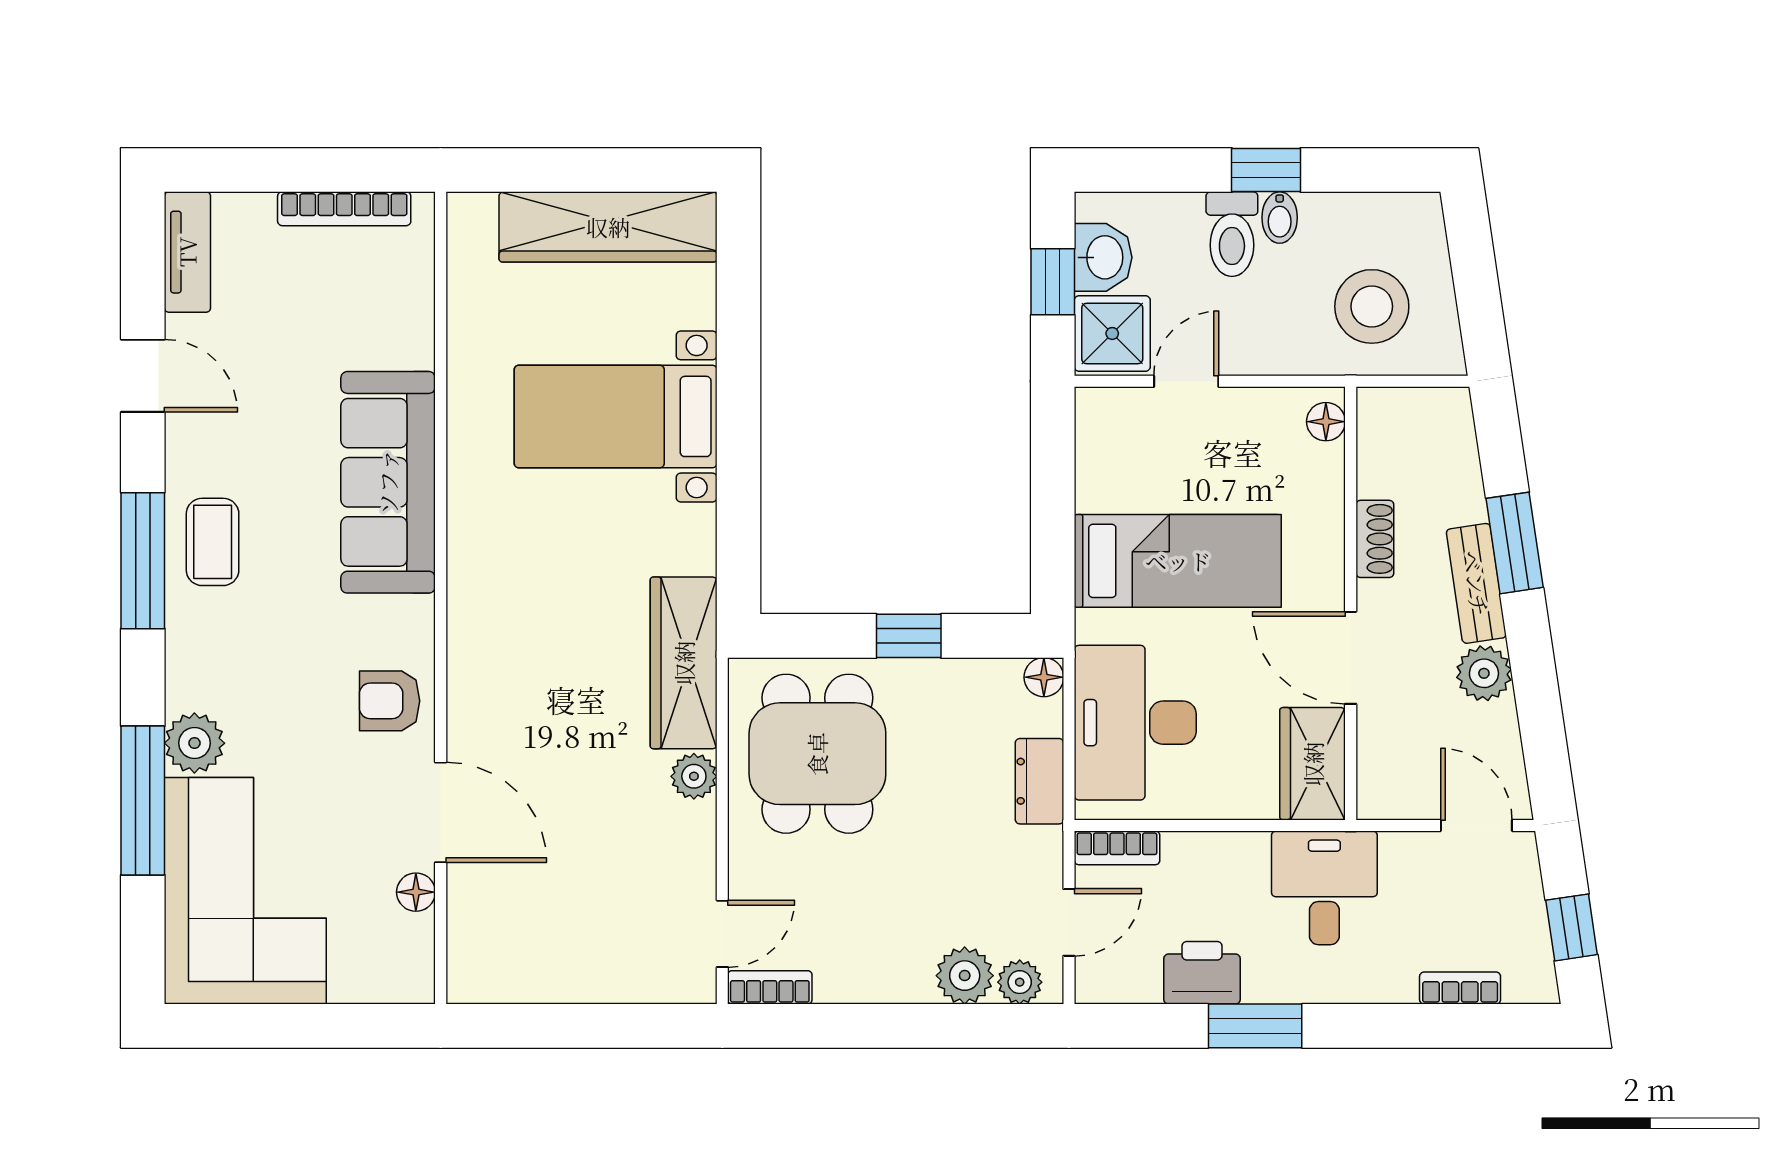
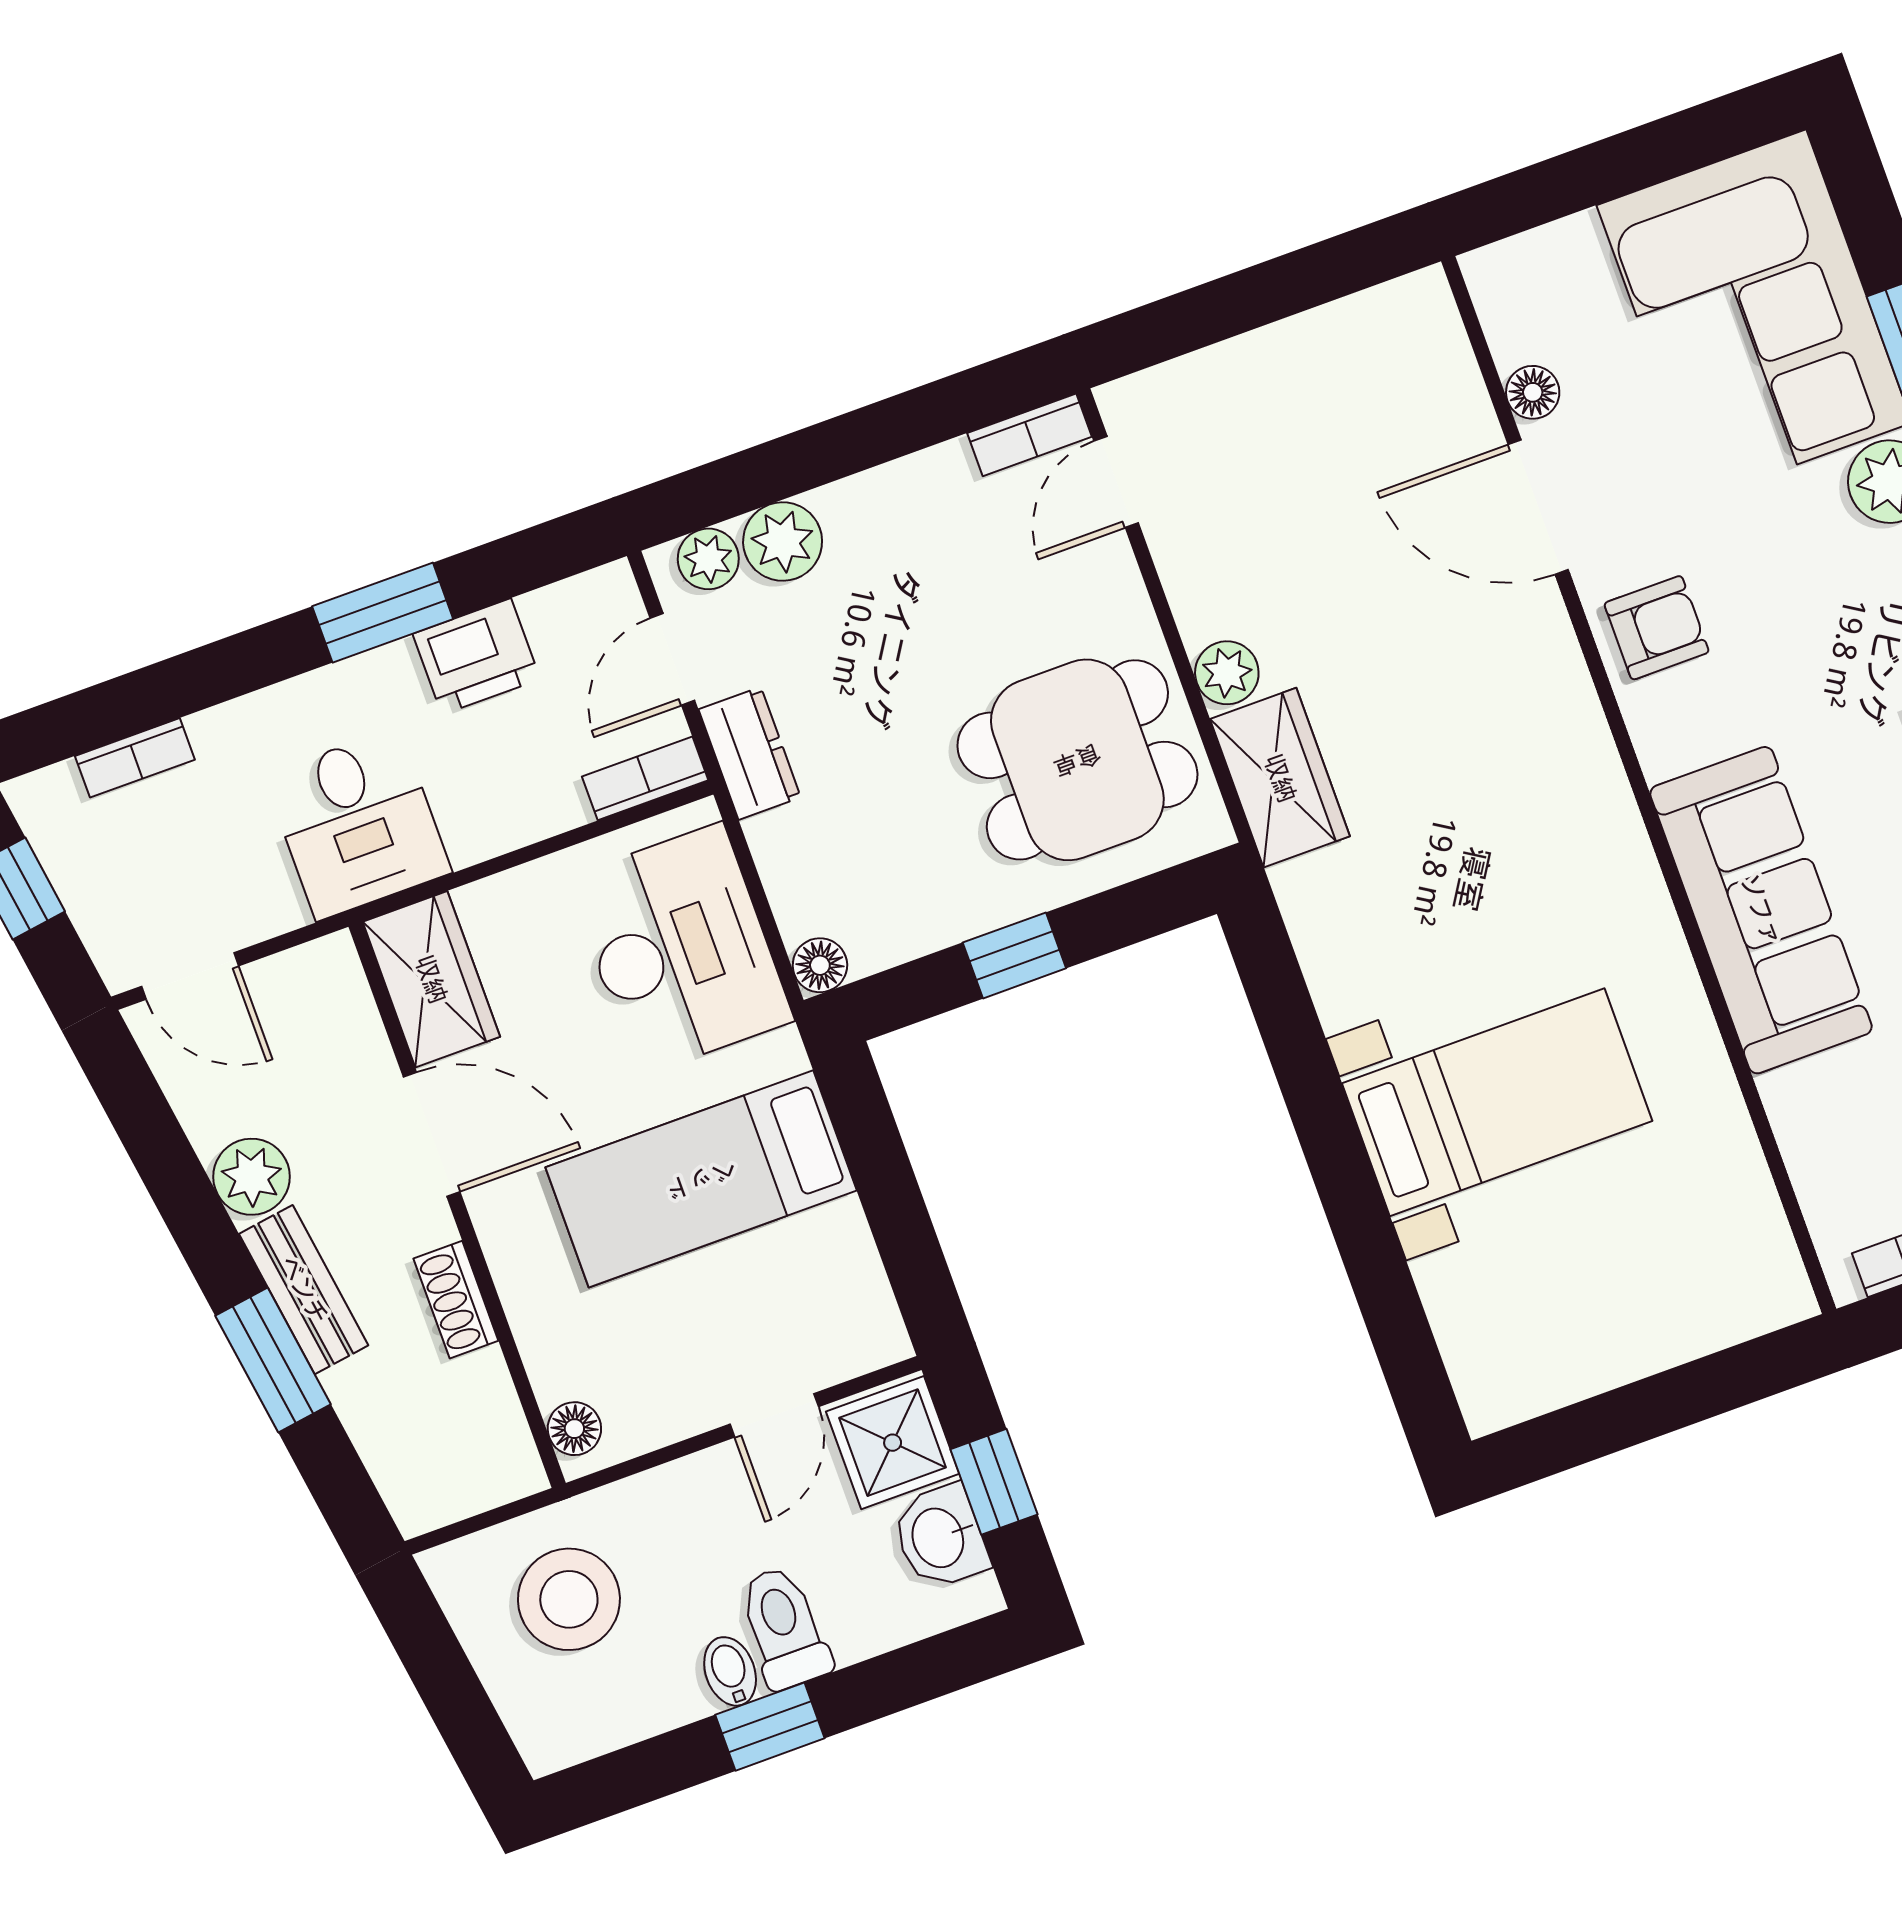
wardrobe: (608, 227) -> (1596, 1344), removed
wardrobe: (684, 663) -> (1280, 778), width x0.67
dining table: (817, 754) -> (1077, 760), turned 90
dresser: (1039, 781) -> (750, 753), moved

